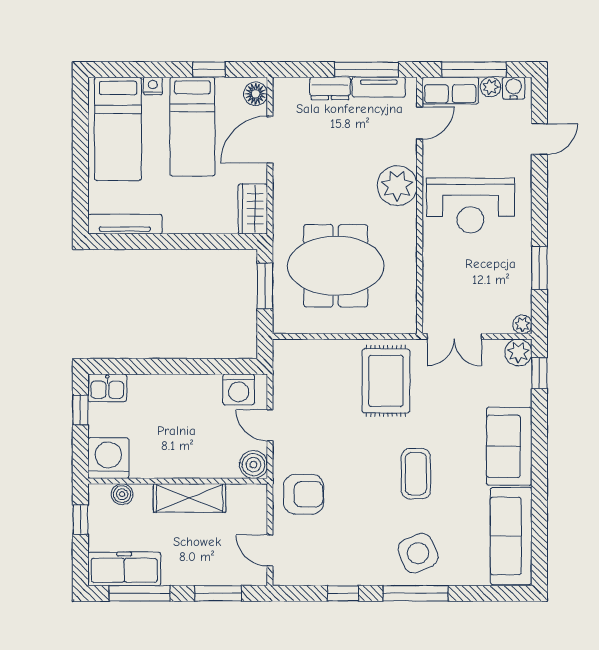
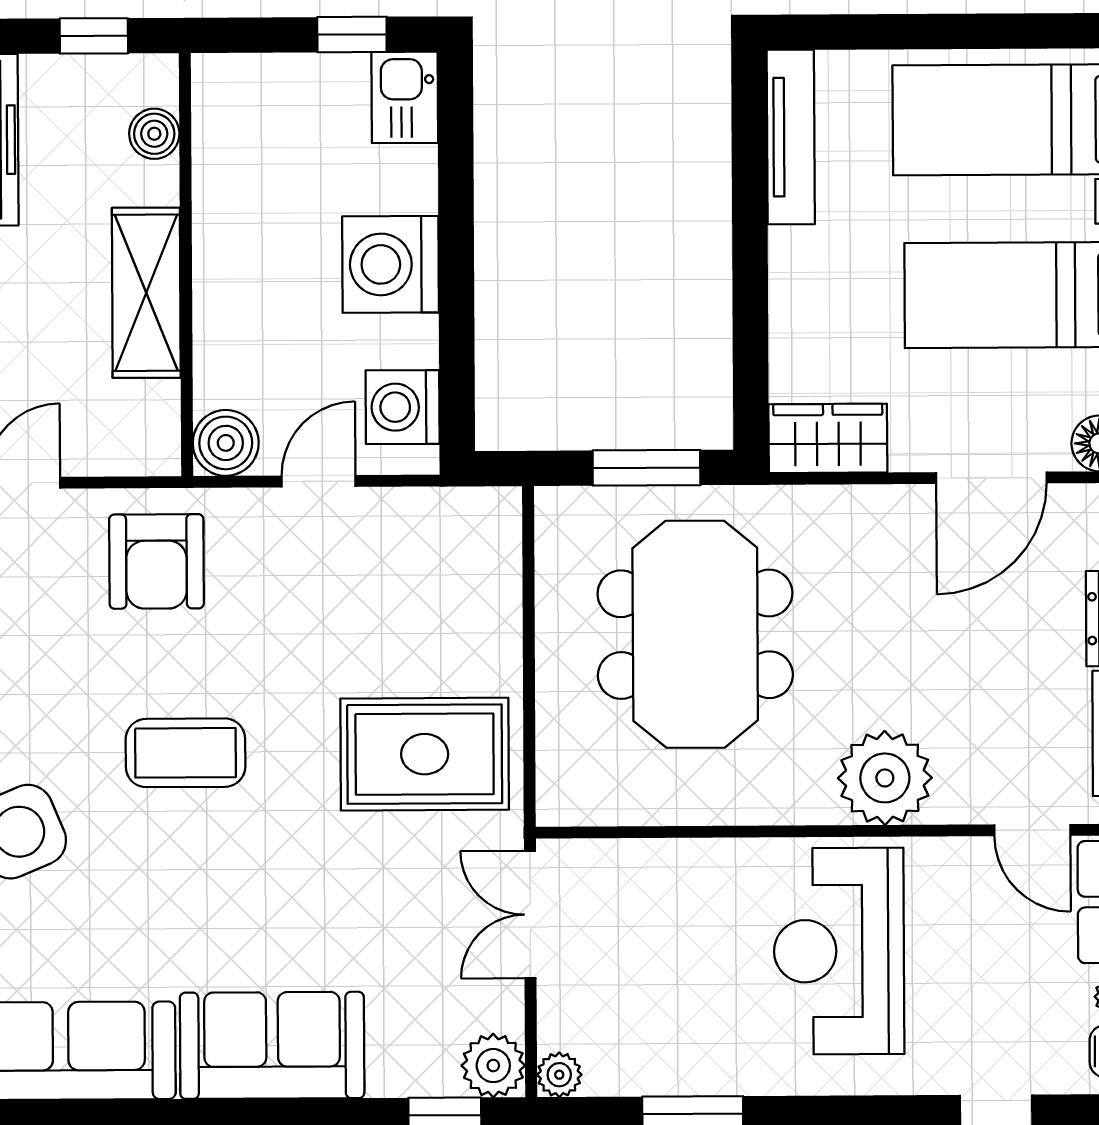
door: (270, 140) -> (991, 478), swing flipped
washing machine: (108, 458) -> (390, 264), moved, turned 180
coffee table: (416, 474) -> (185, 753), moved

